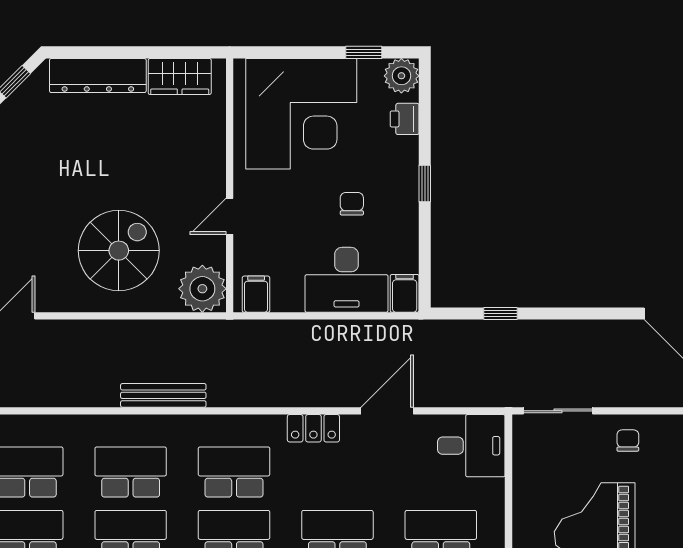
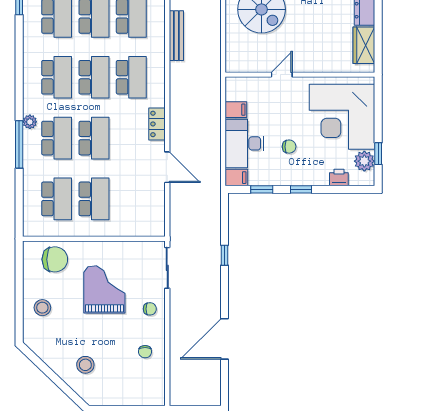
plant: (401, 76) -> (364, 161), moved
door: (230, 216) -> (282, 75), hinge flipped
window: (425, 250) -> (262, 189), added
plant: (202, 289) -> (239, 59), removed
filing cabinet: (256, 294) -> (236, 110), moved
window: (500, 314) -> (224, 255), moved
desk: (471, 446) -> (147, 217), removed

